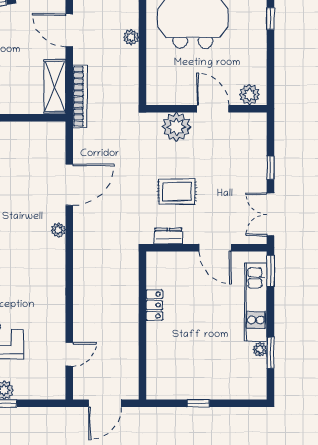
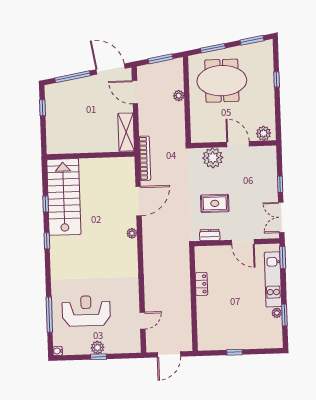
bookcase: (80, 96) -> (145, 158), moved

